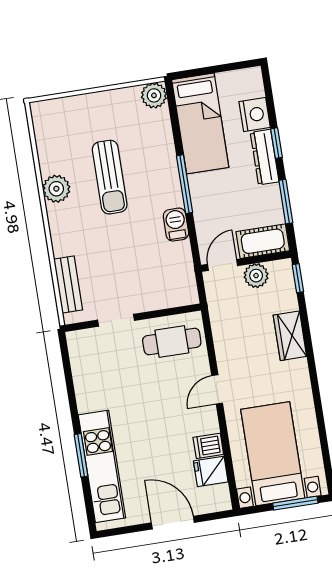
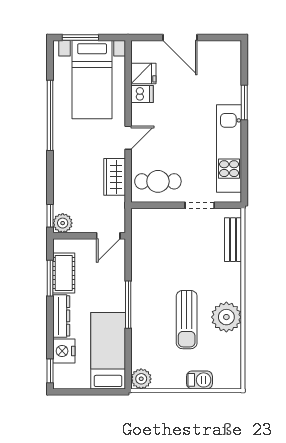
window: (277, 143) -> (50, 371), moved
sun lounger: (110, 177) -> (187, 320), turned 180
plant: (56, 189) -> (226, 317), width x1.36, depth x1.36
barbecue: (176, 225) -> (199, 380), moved, turned -90
cot: (263, 241) -> (64, 273), moved, turned 90
plant: (256, 276) -> (63, 223), moved
wardrobe: (290, 336) -> (115, 177), moved, turned 180
window: (317, 402) -> (50, 115), added
kitchen unit: (102, 466) -> (229, 148), moved

